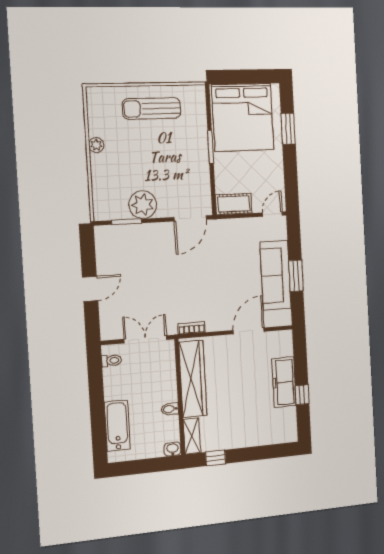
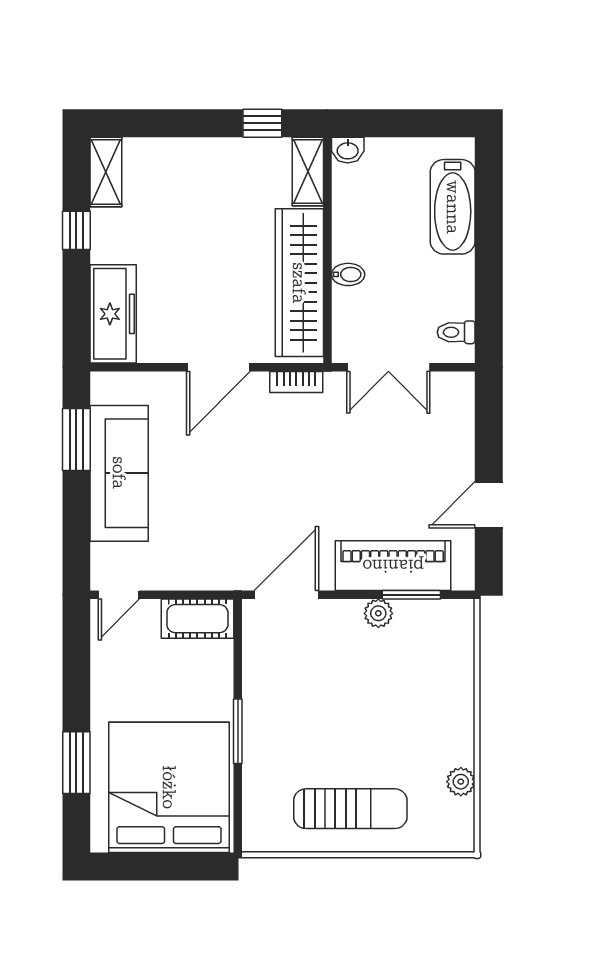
plant: (96, 145) -> (461, 782), moved
plant: (143, 205) -> (378, 613), width x0.53, depth x0.53
piano: (137, 236) -> (393, 566), added
window: (296, 276) -> (76, 439), moved
door: (90, 289) -> (489, 505), moved
door: (249, 331) -> (218, 367), moved
freezer: (284, 382) -> (113, 314), moved
bidet: (170, 409) -> (348, 274), moved
shelving: (290, 425) -> (106, 172), added

